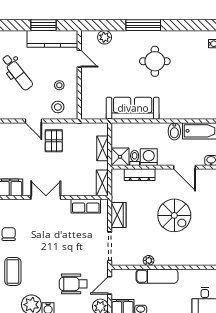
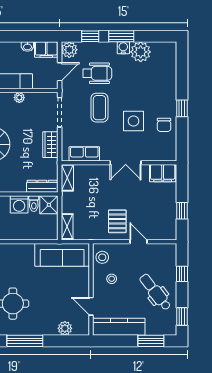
window: (43, 25) -> (151, 341), moved
stool: (58, 107) -> (102, 257), moved
sofa: (133, 108) -> (62, 255), moved
shelving: (102, 148) -> (67, 226), moved
dresser: (140, 175) -> (42, 186), moved
side table: (38, 238) -> (133, 121), added
coffee table: (13, 271) -> (99, 108), moved

